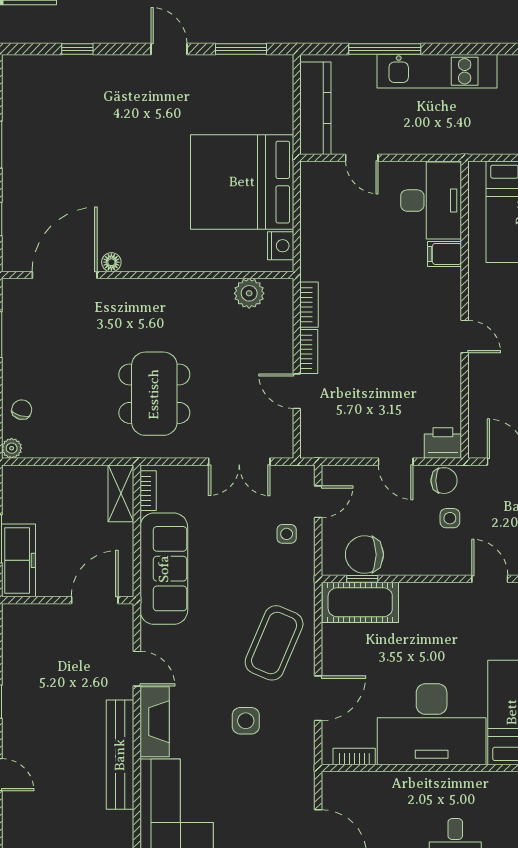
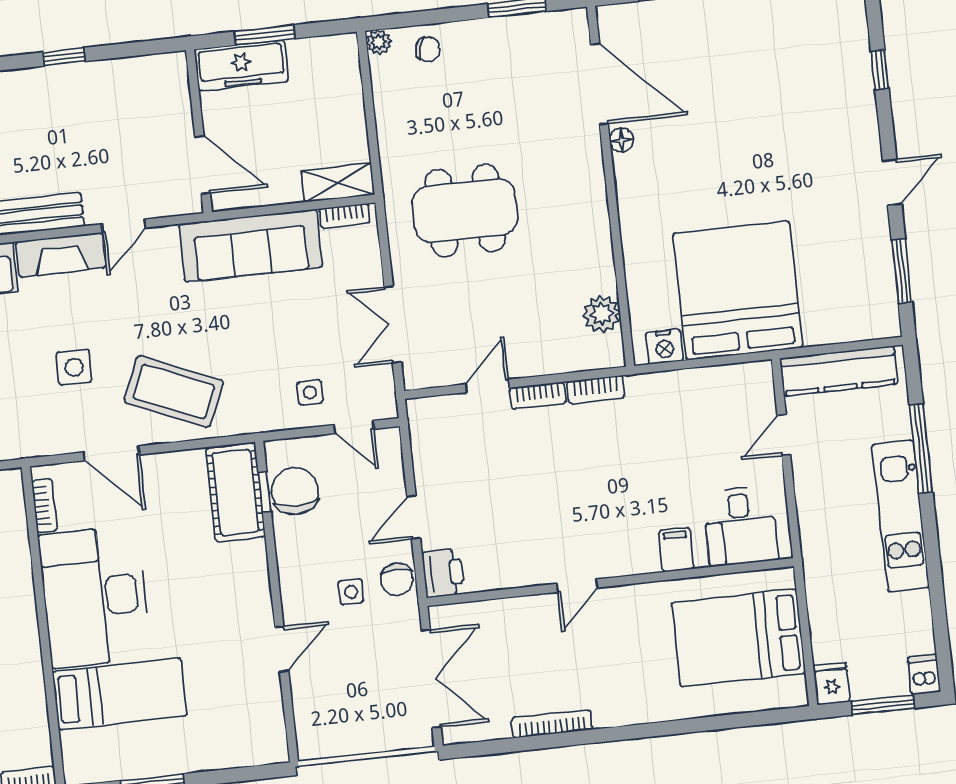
desk: (431, 201) -> (740, 526), width x0.73

